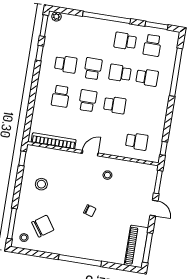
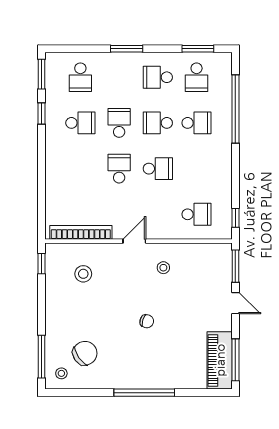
plant: (56, 17) -> (57, 59), removed
window: (107, 17) -> (127, 49), width x0.47
school desk: (61, 96) -> (80, 77), moved
stool: (41, 184) -> (83, 274), moved

